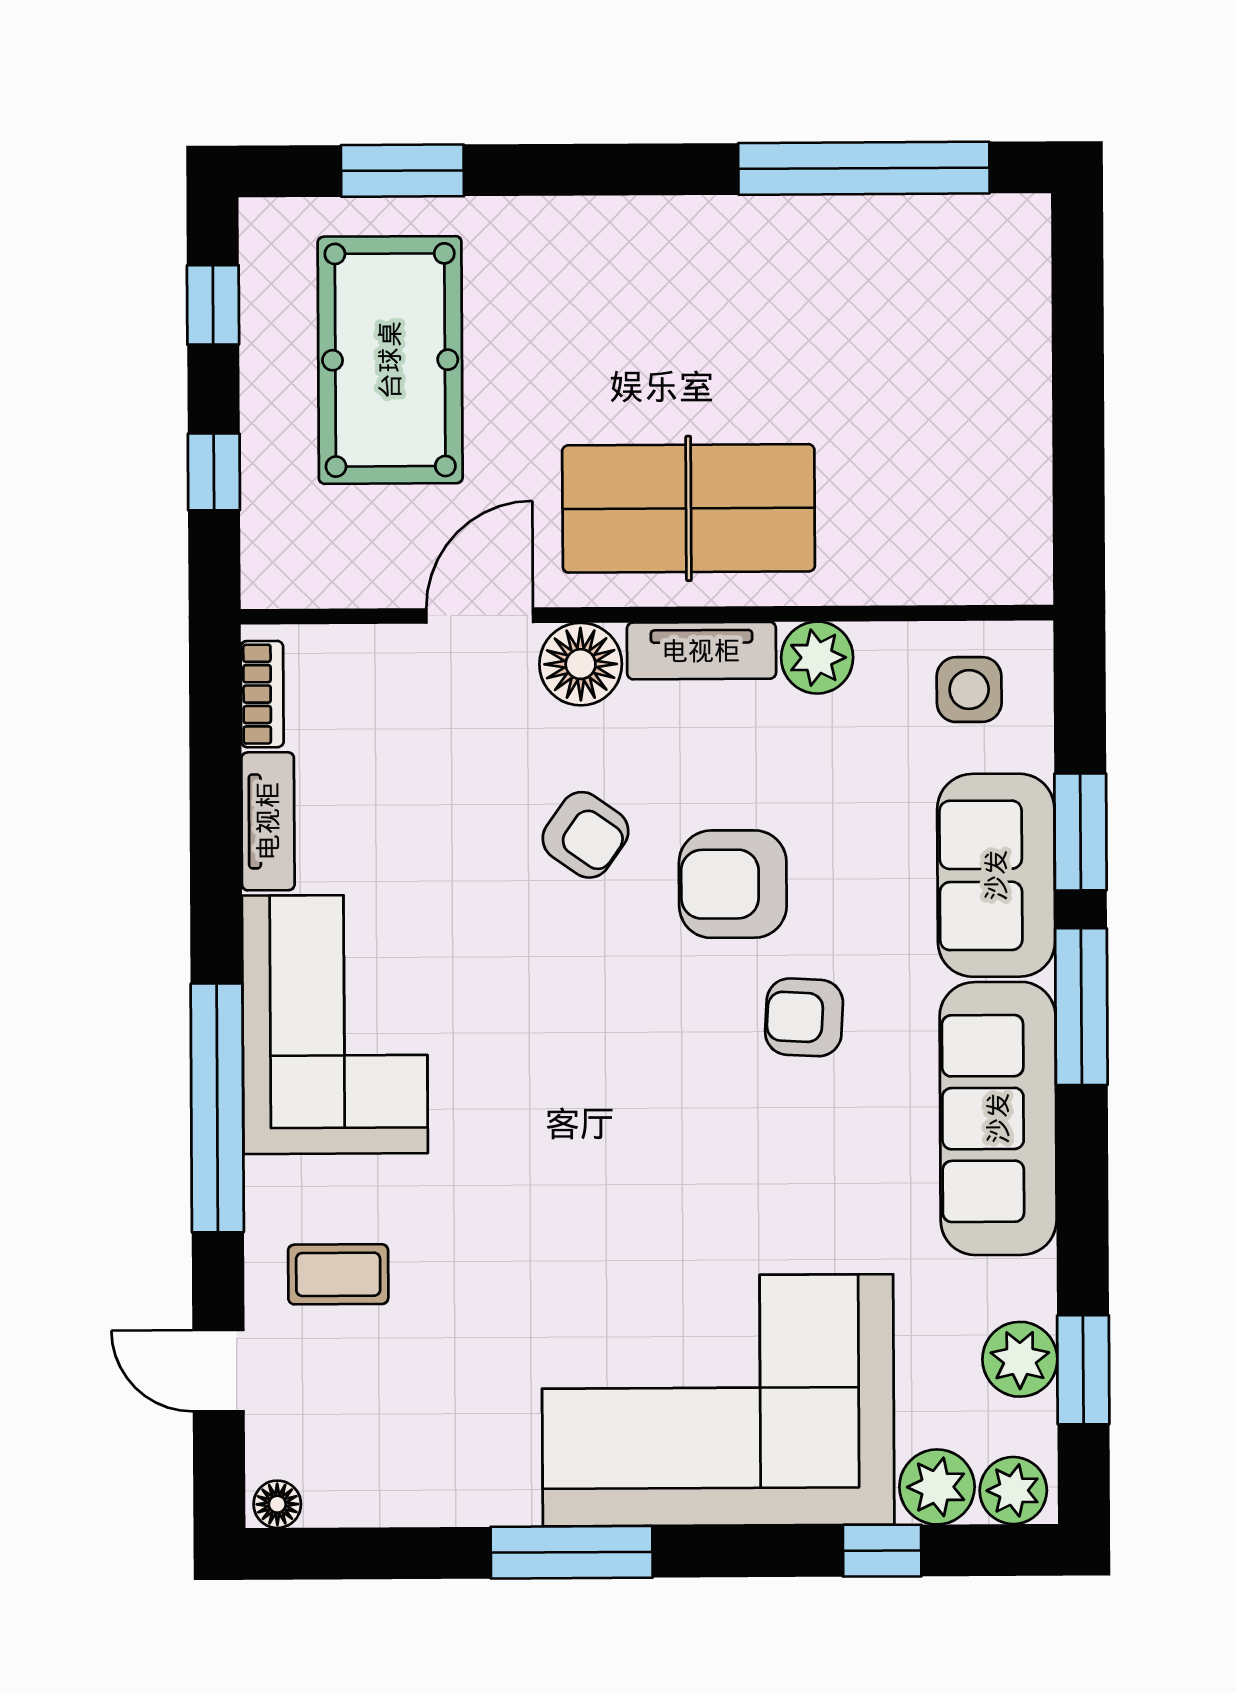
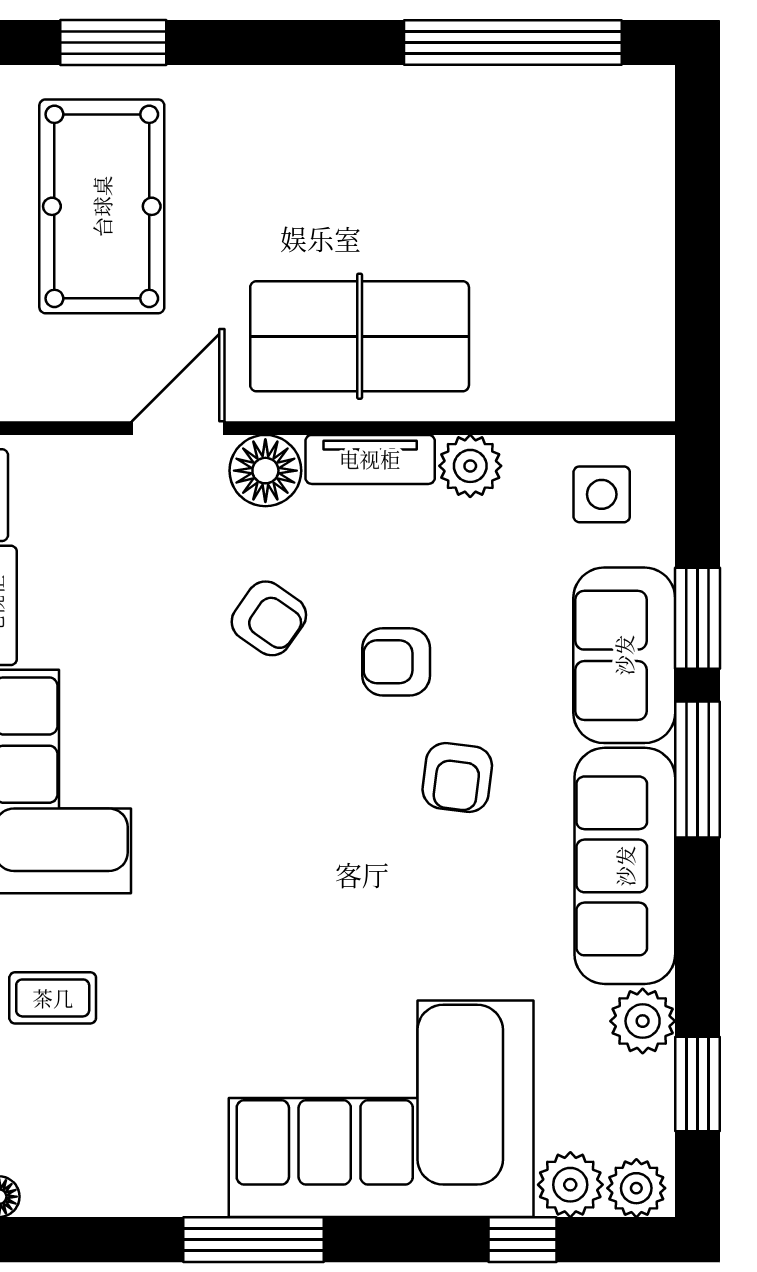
armchair: (733, 884) -> (396, 662), width x0.72, depth x0.72
armchair: (804, 1017) -> (457, 777), turned -86
plant: (1020, 1359) -> (643, 1021), moved

